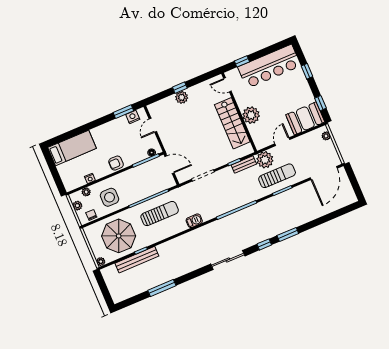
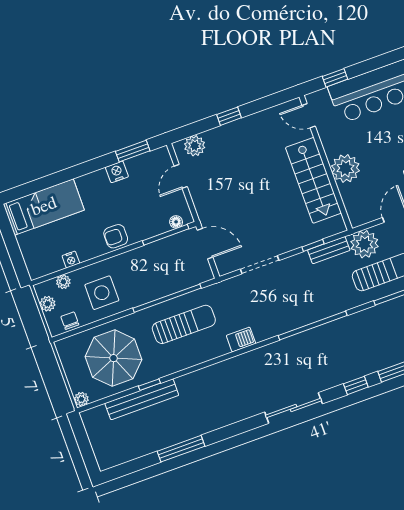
plant: (182, 97) -> (195, 146), moved
nightstand: (133, 117) -> (117, 172), moved

